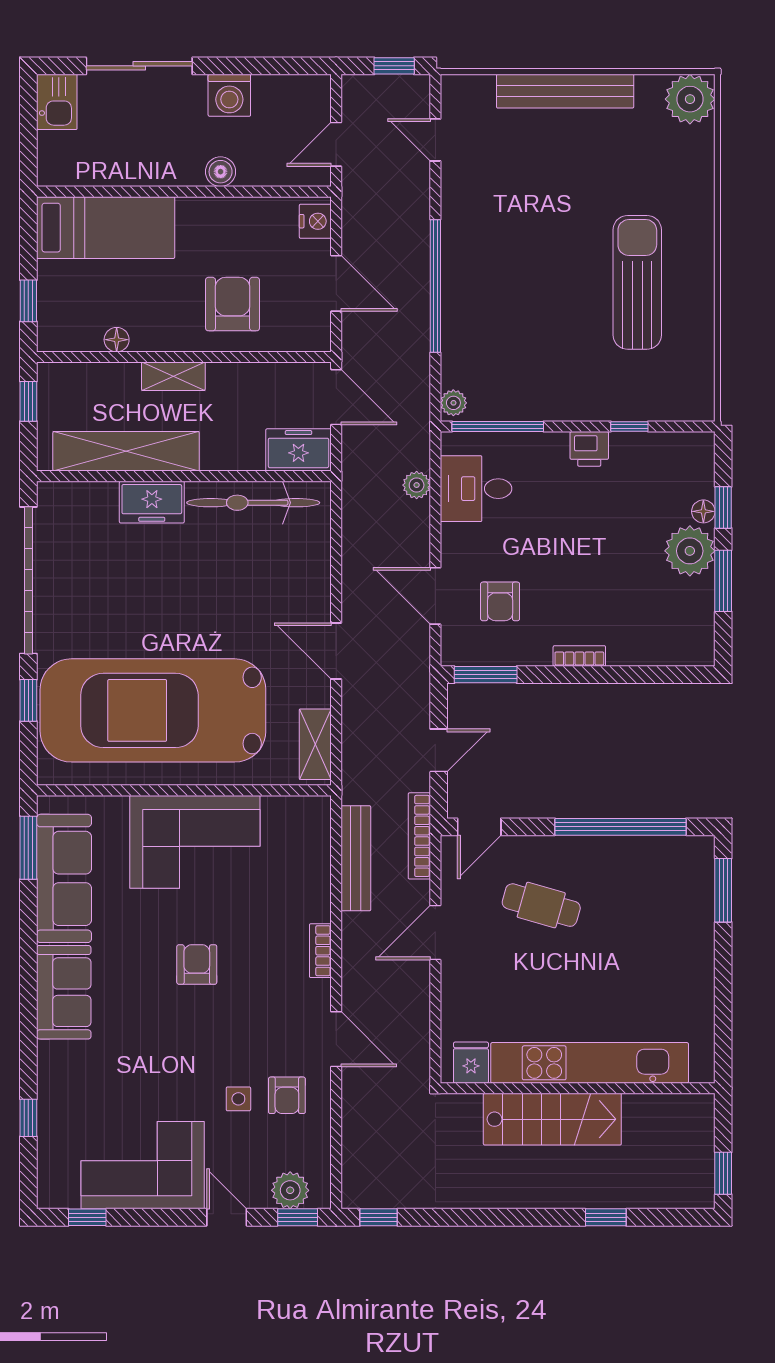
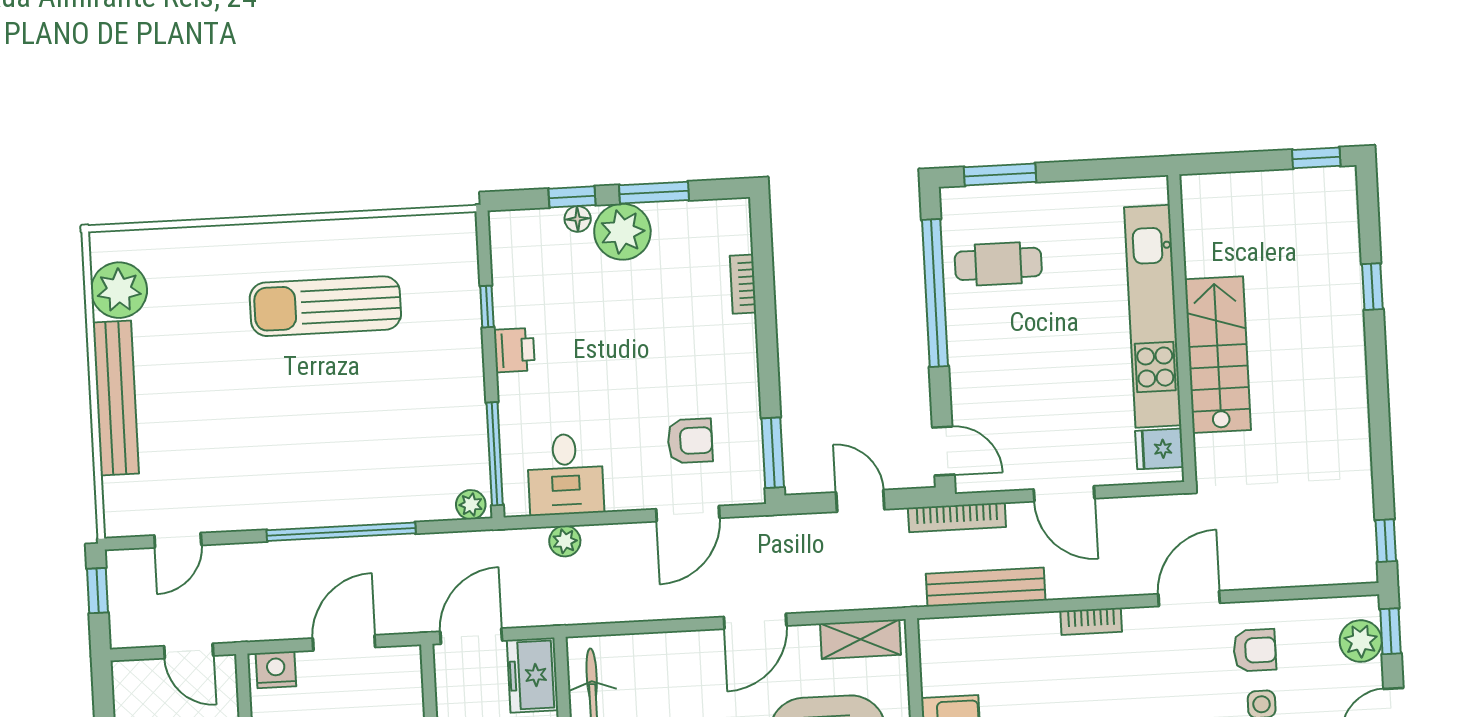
plant: (690, 99) -> (119, 290), moved
bookcase: (579, 656) -> (743, 284), moved
cafe table: (541, 905) -> (998, 264), moved, turned 74
fridge: (471, 1063) -> (1159, 449), moved
kitchen unit: (590, 1063) -> (1153, 316), moved
wall: (578, 1088) -> (1182, 328), moved
stairs: (552, 1119) -> (1218, 355), moved

